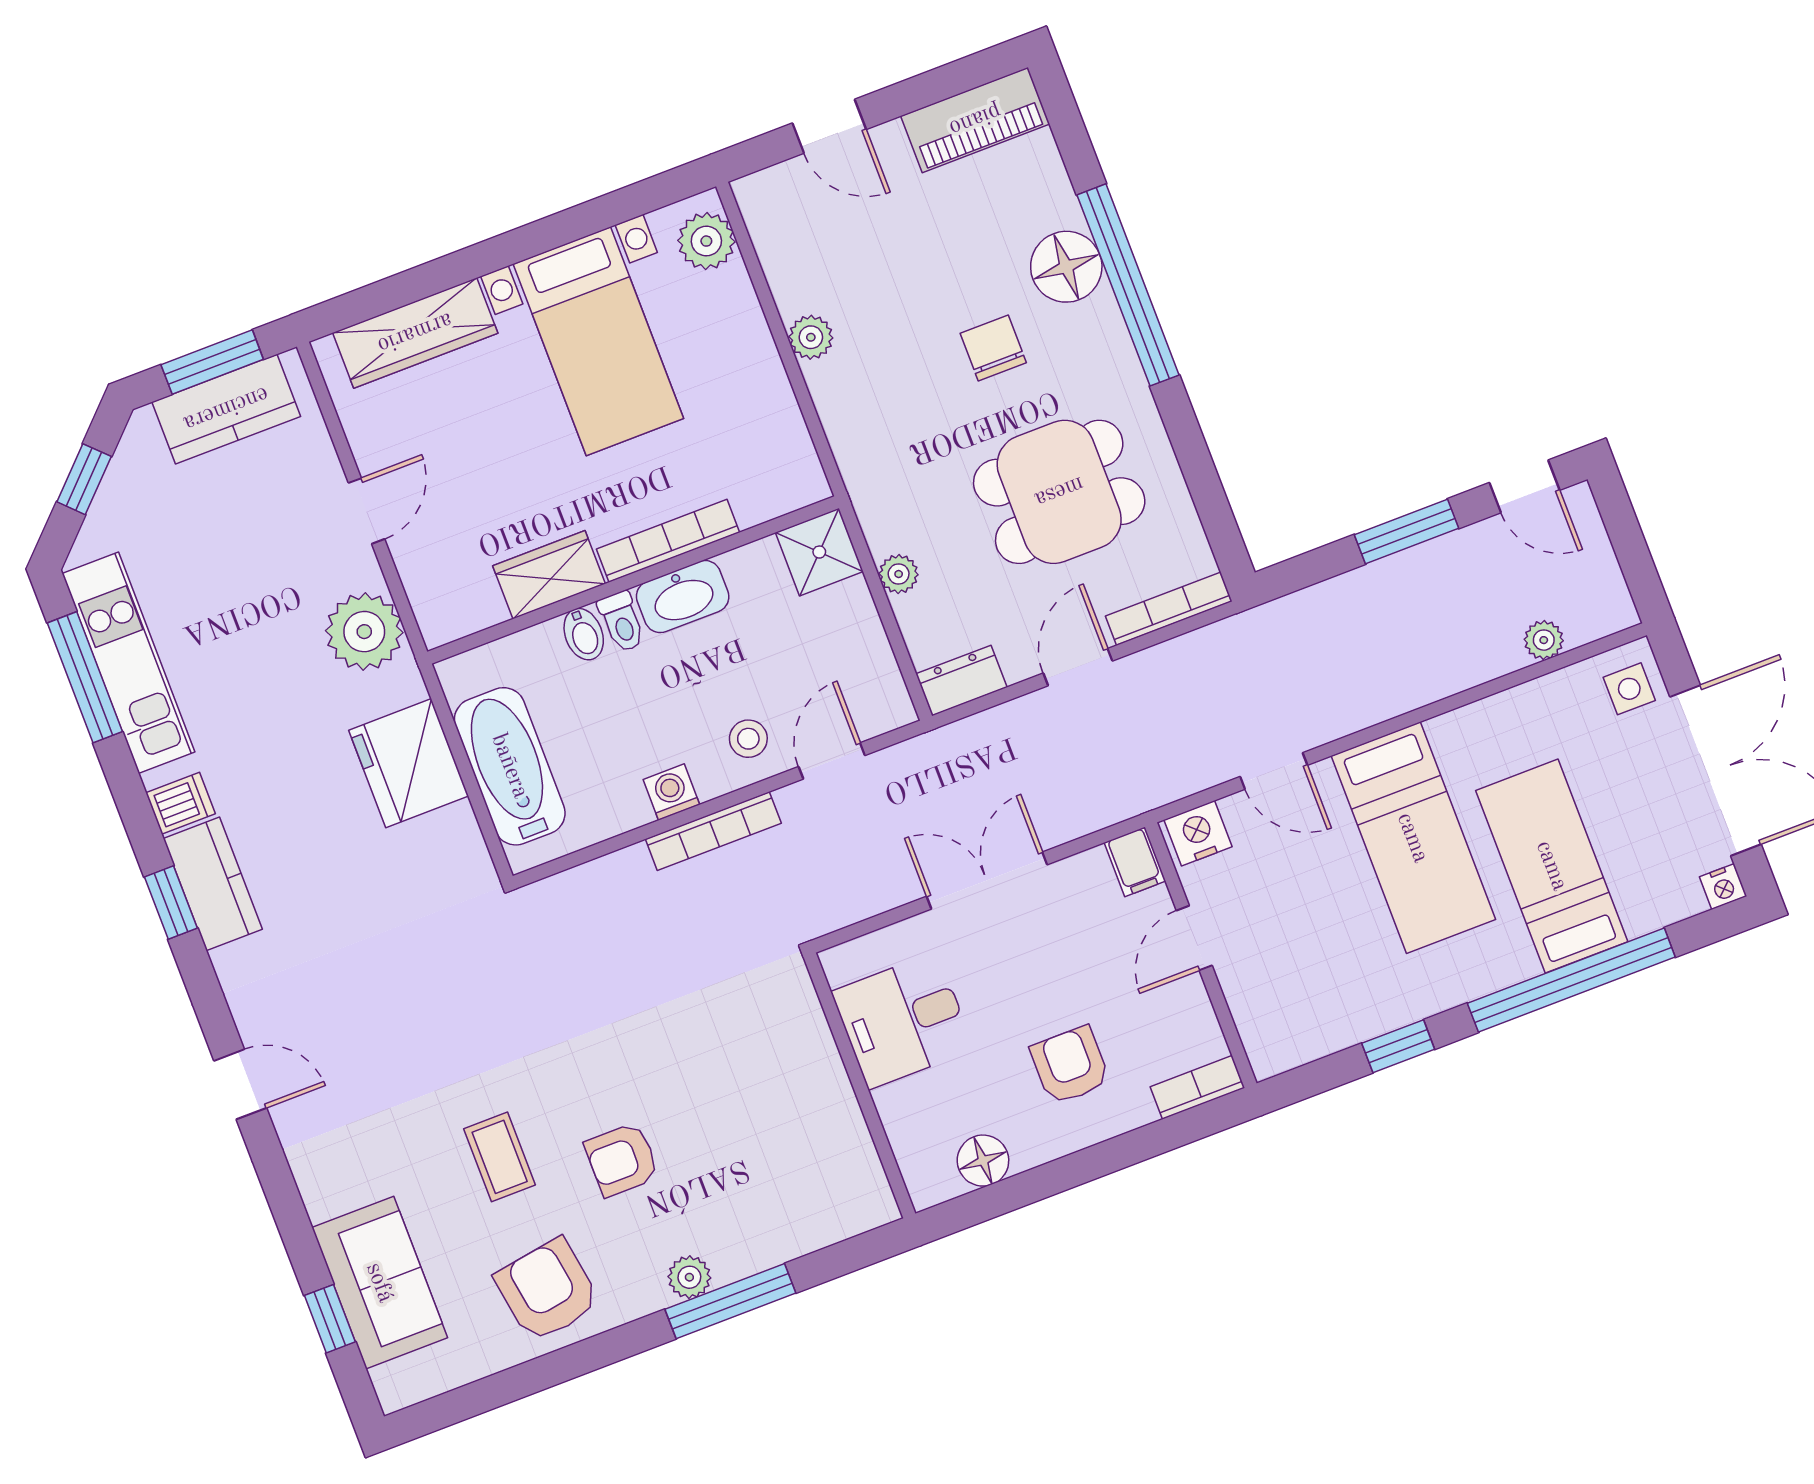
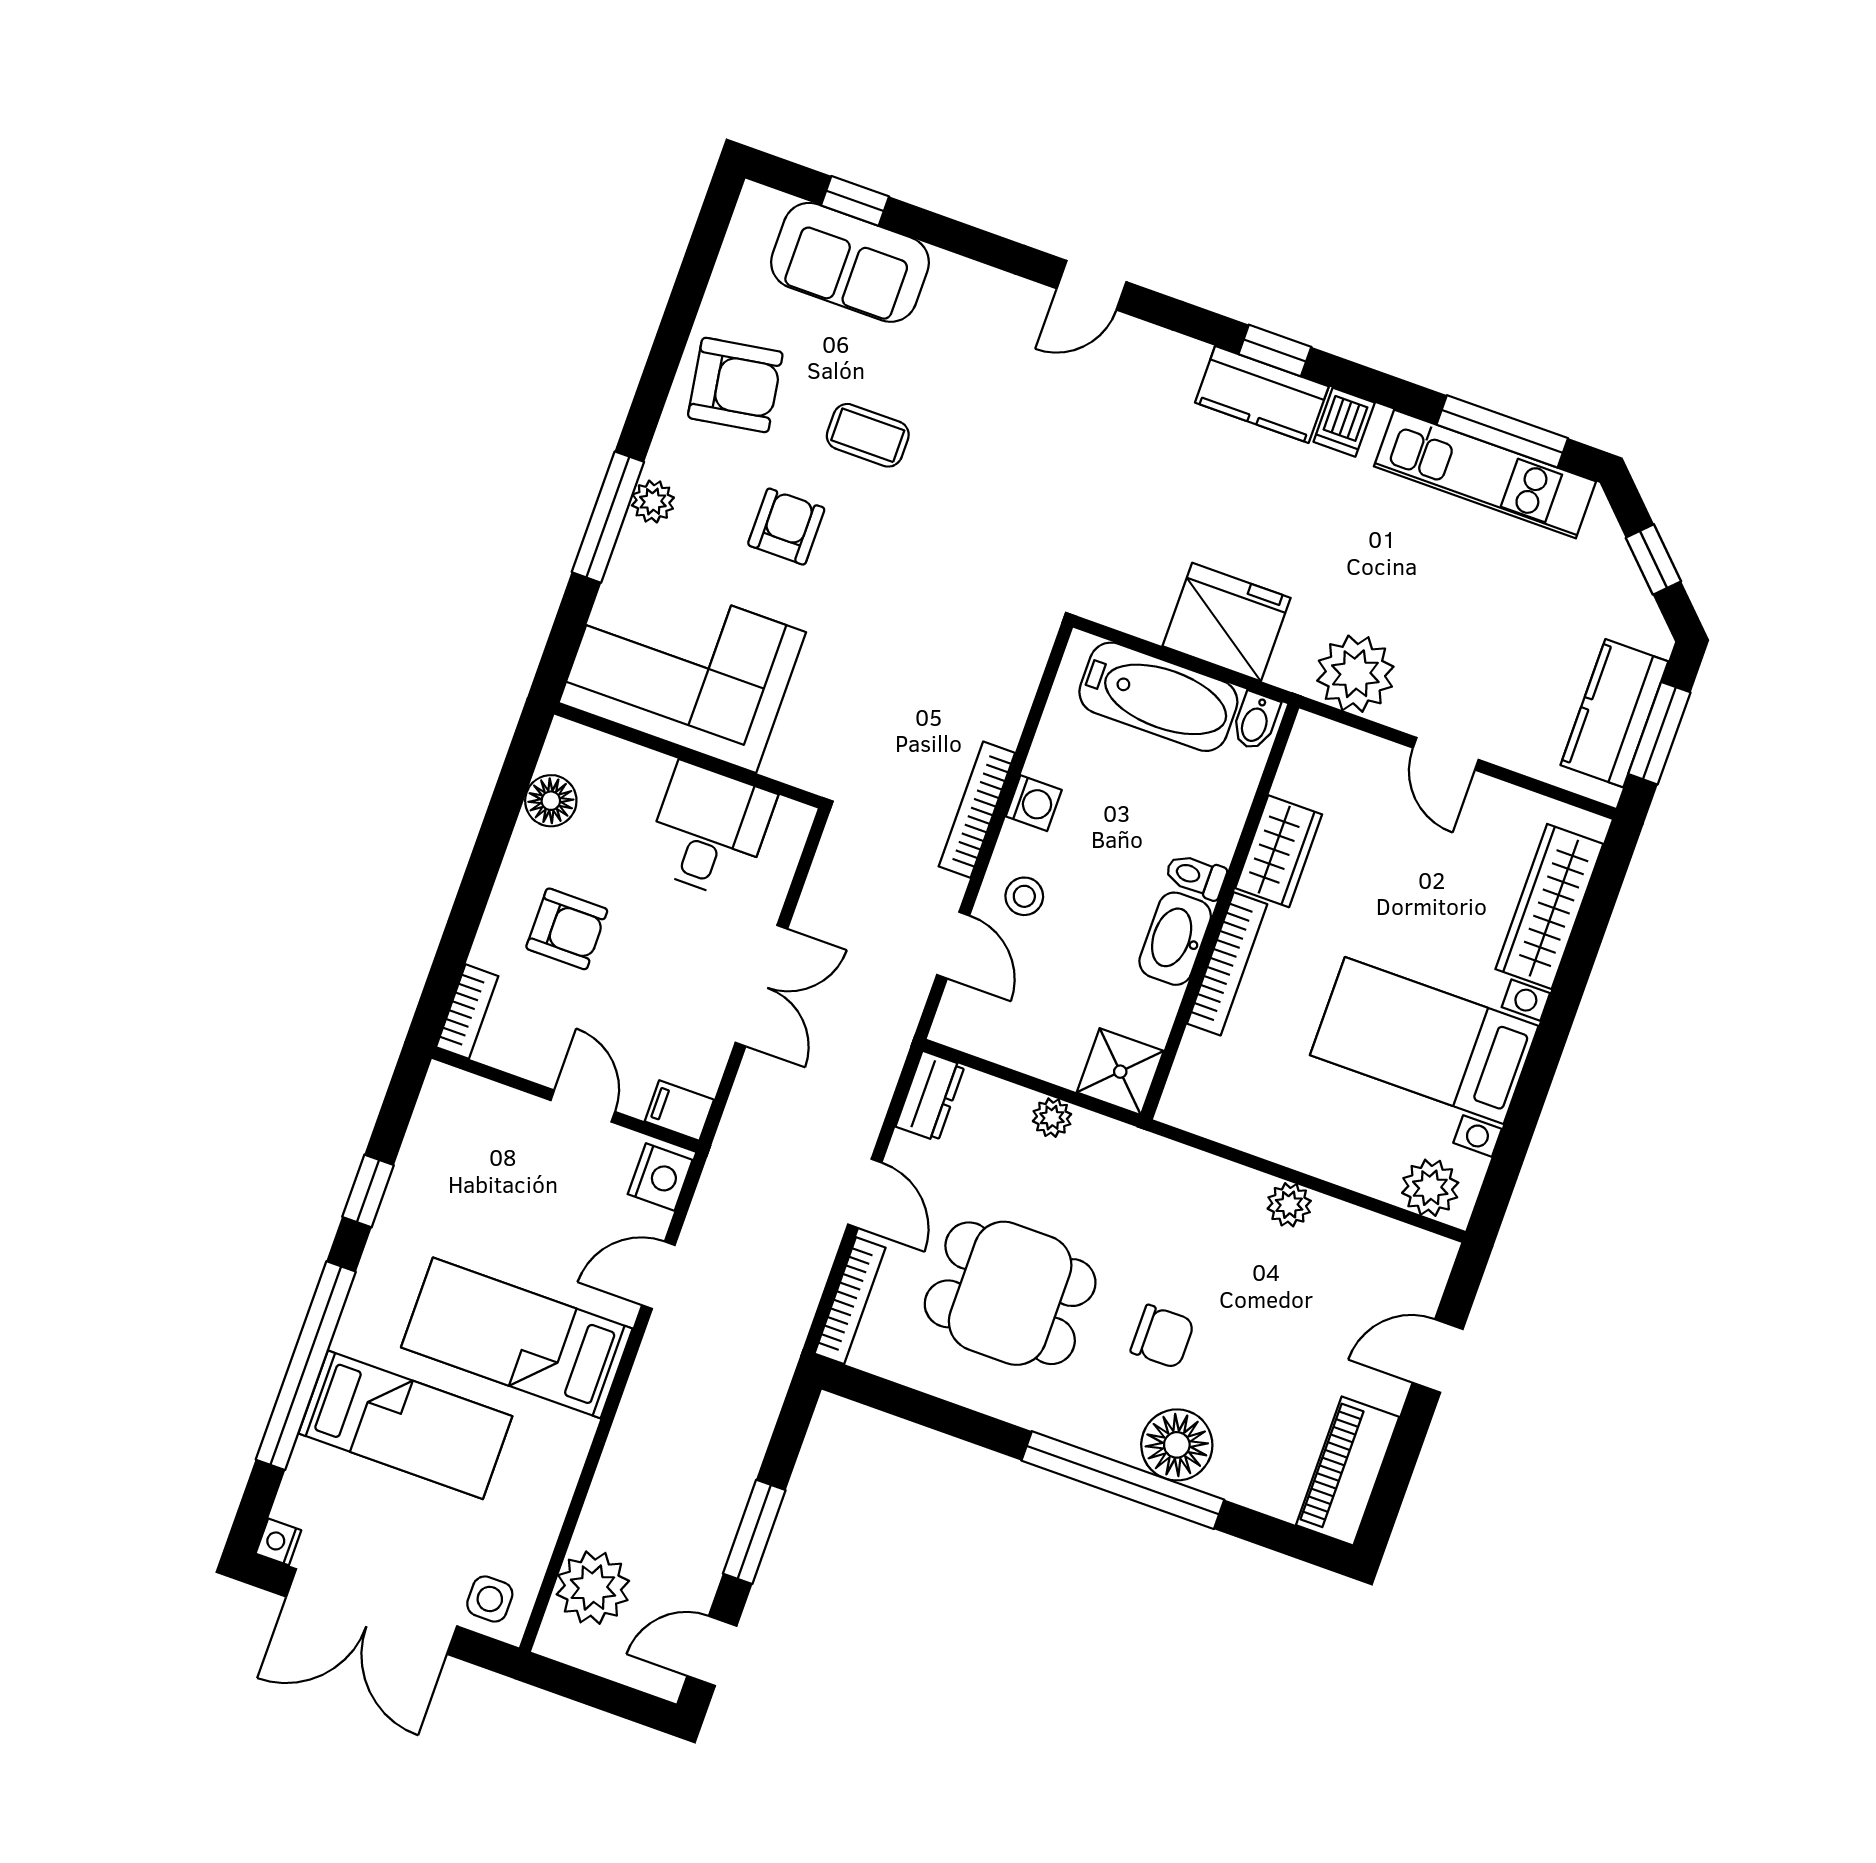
dining table: (1059, 492) -> (1010, 1293), turned 90
bidet: (584, 634) -> (1256, 721), moved, turned -90
plant: (1544, 640) -> (593, 1588), width x1.88, depth x1.88
corner sofa: (796, 1147) -> (682, 667), added

